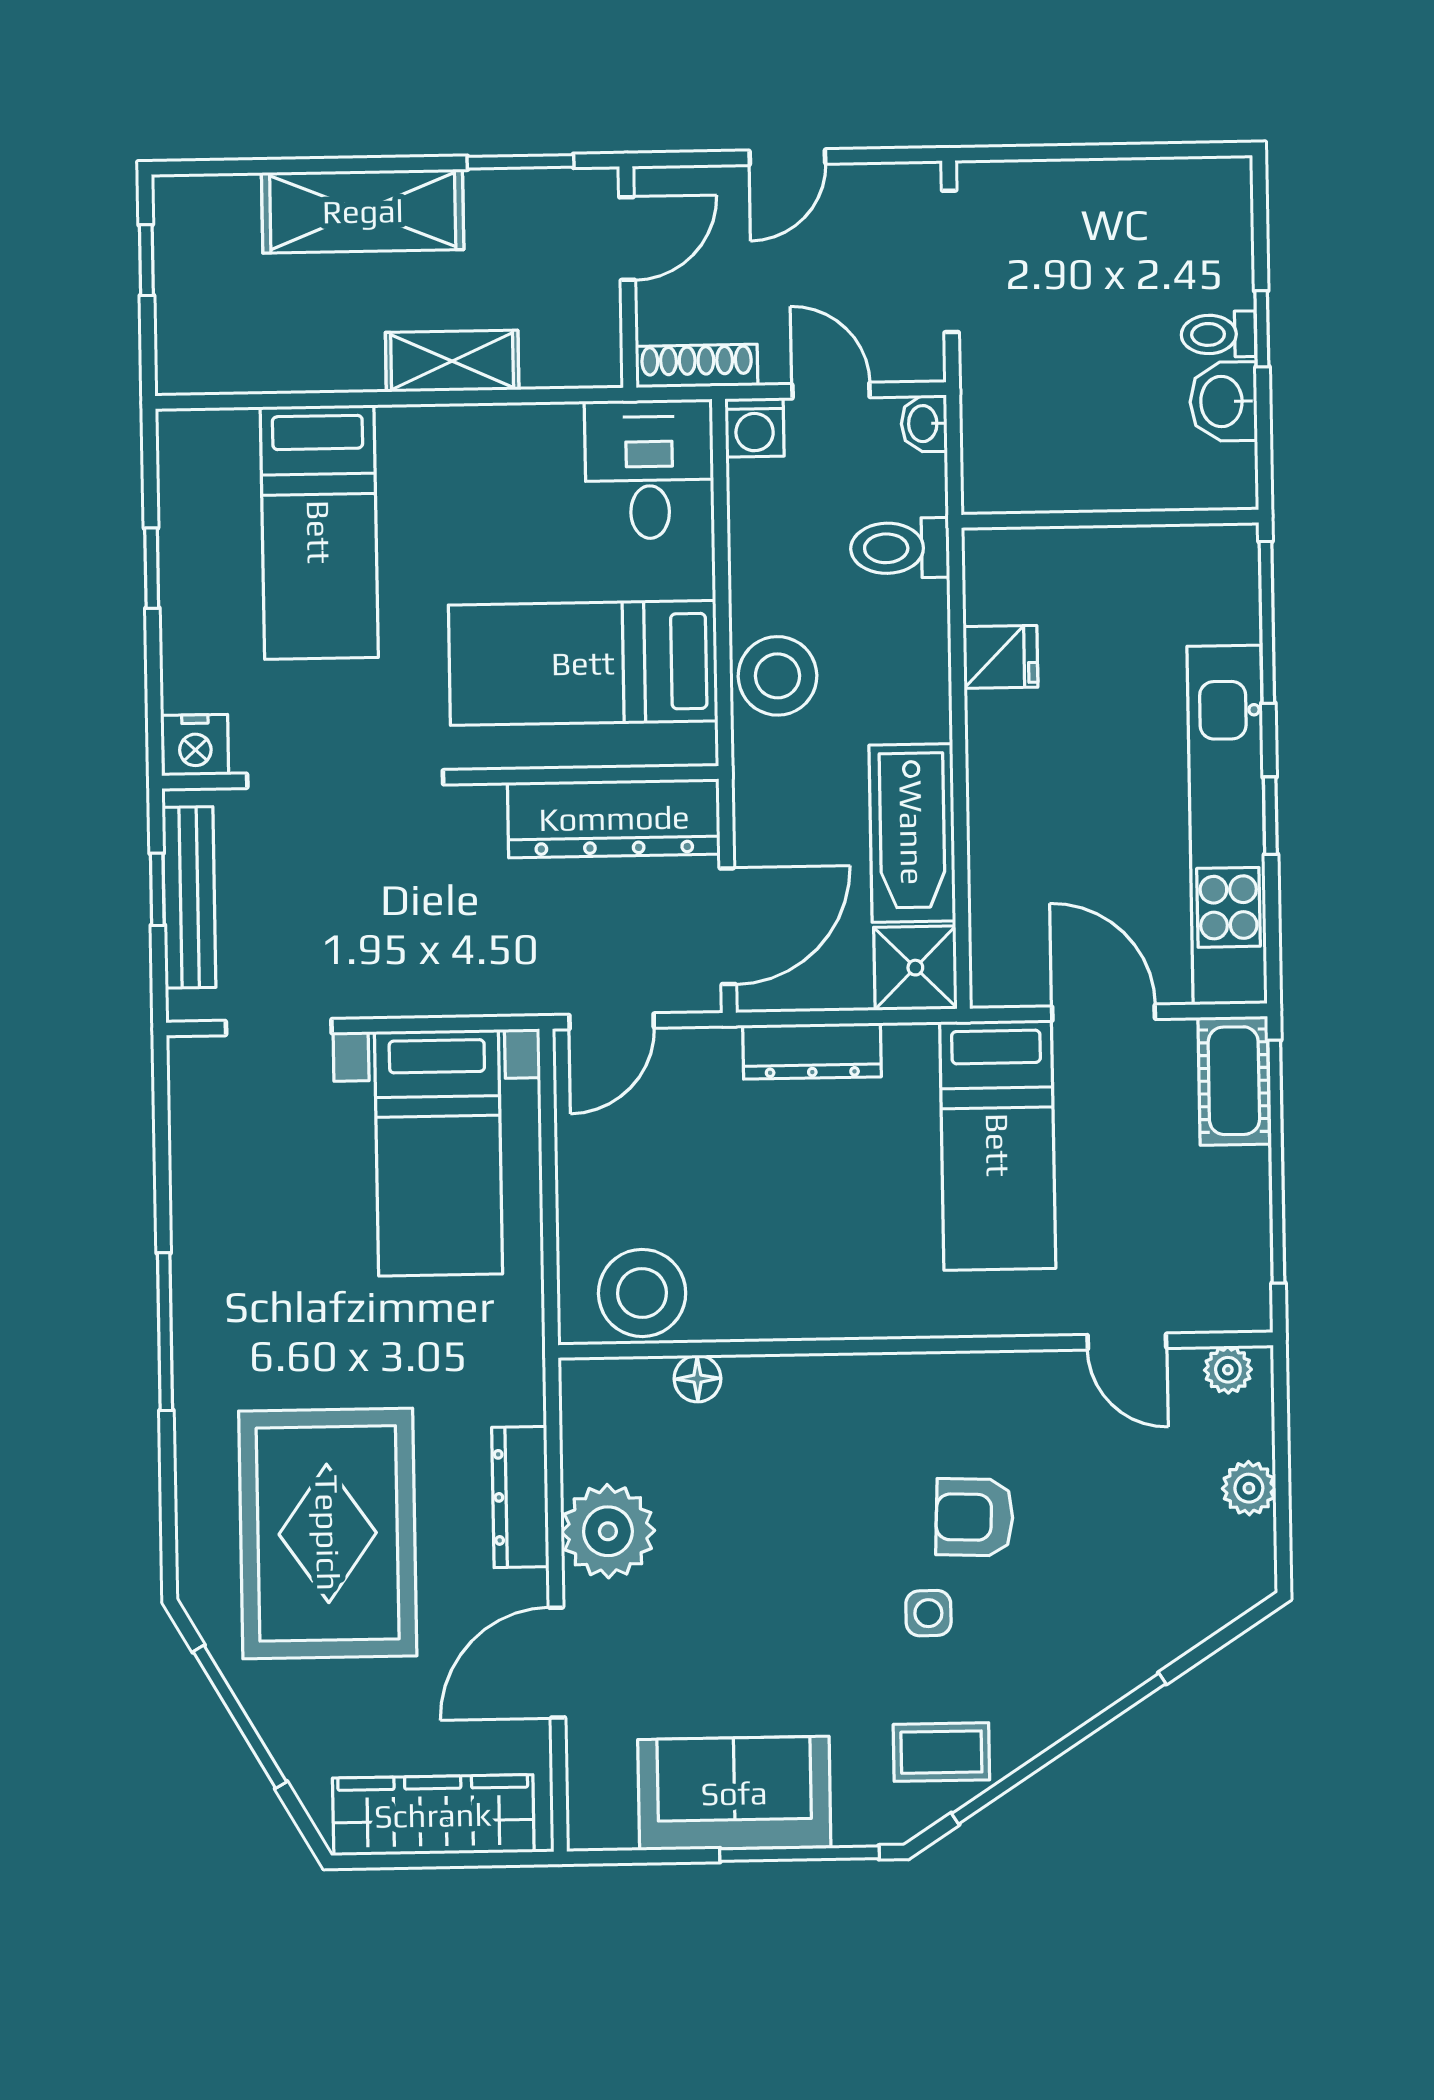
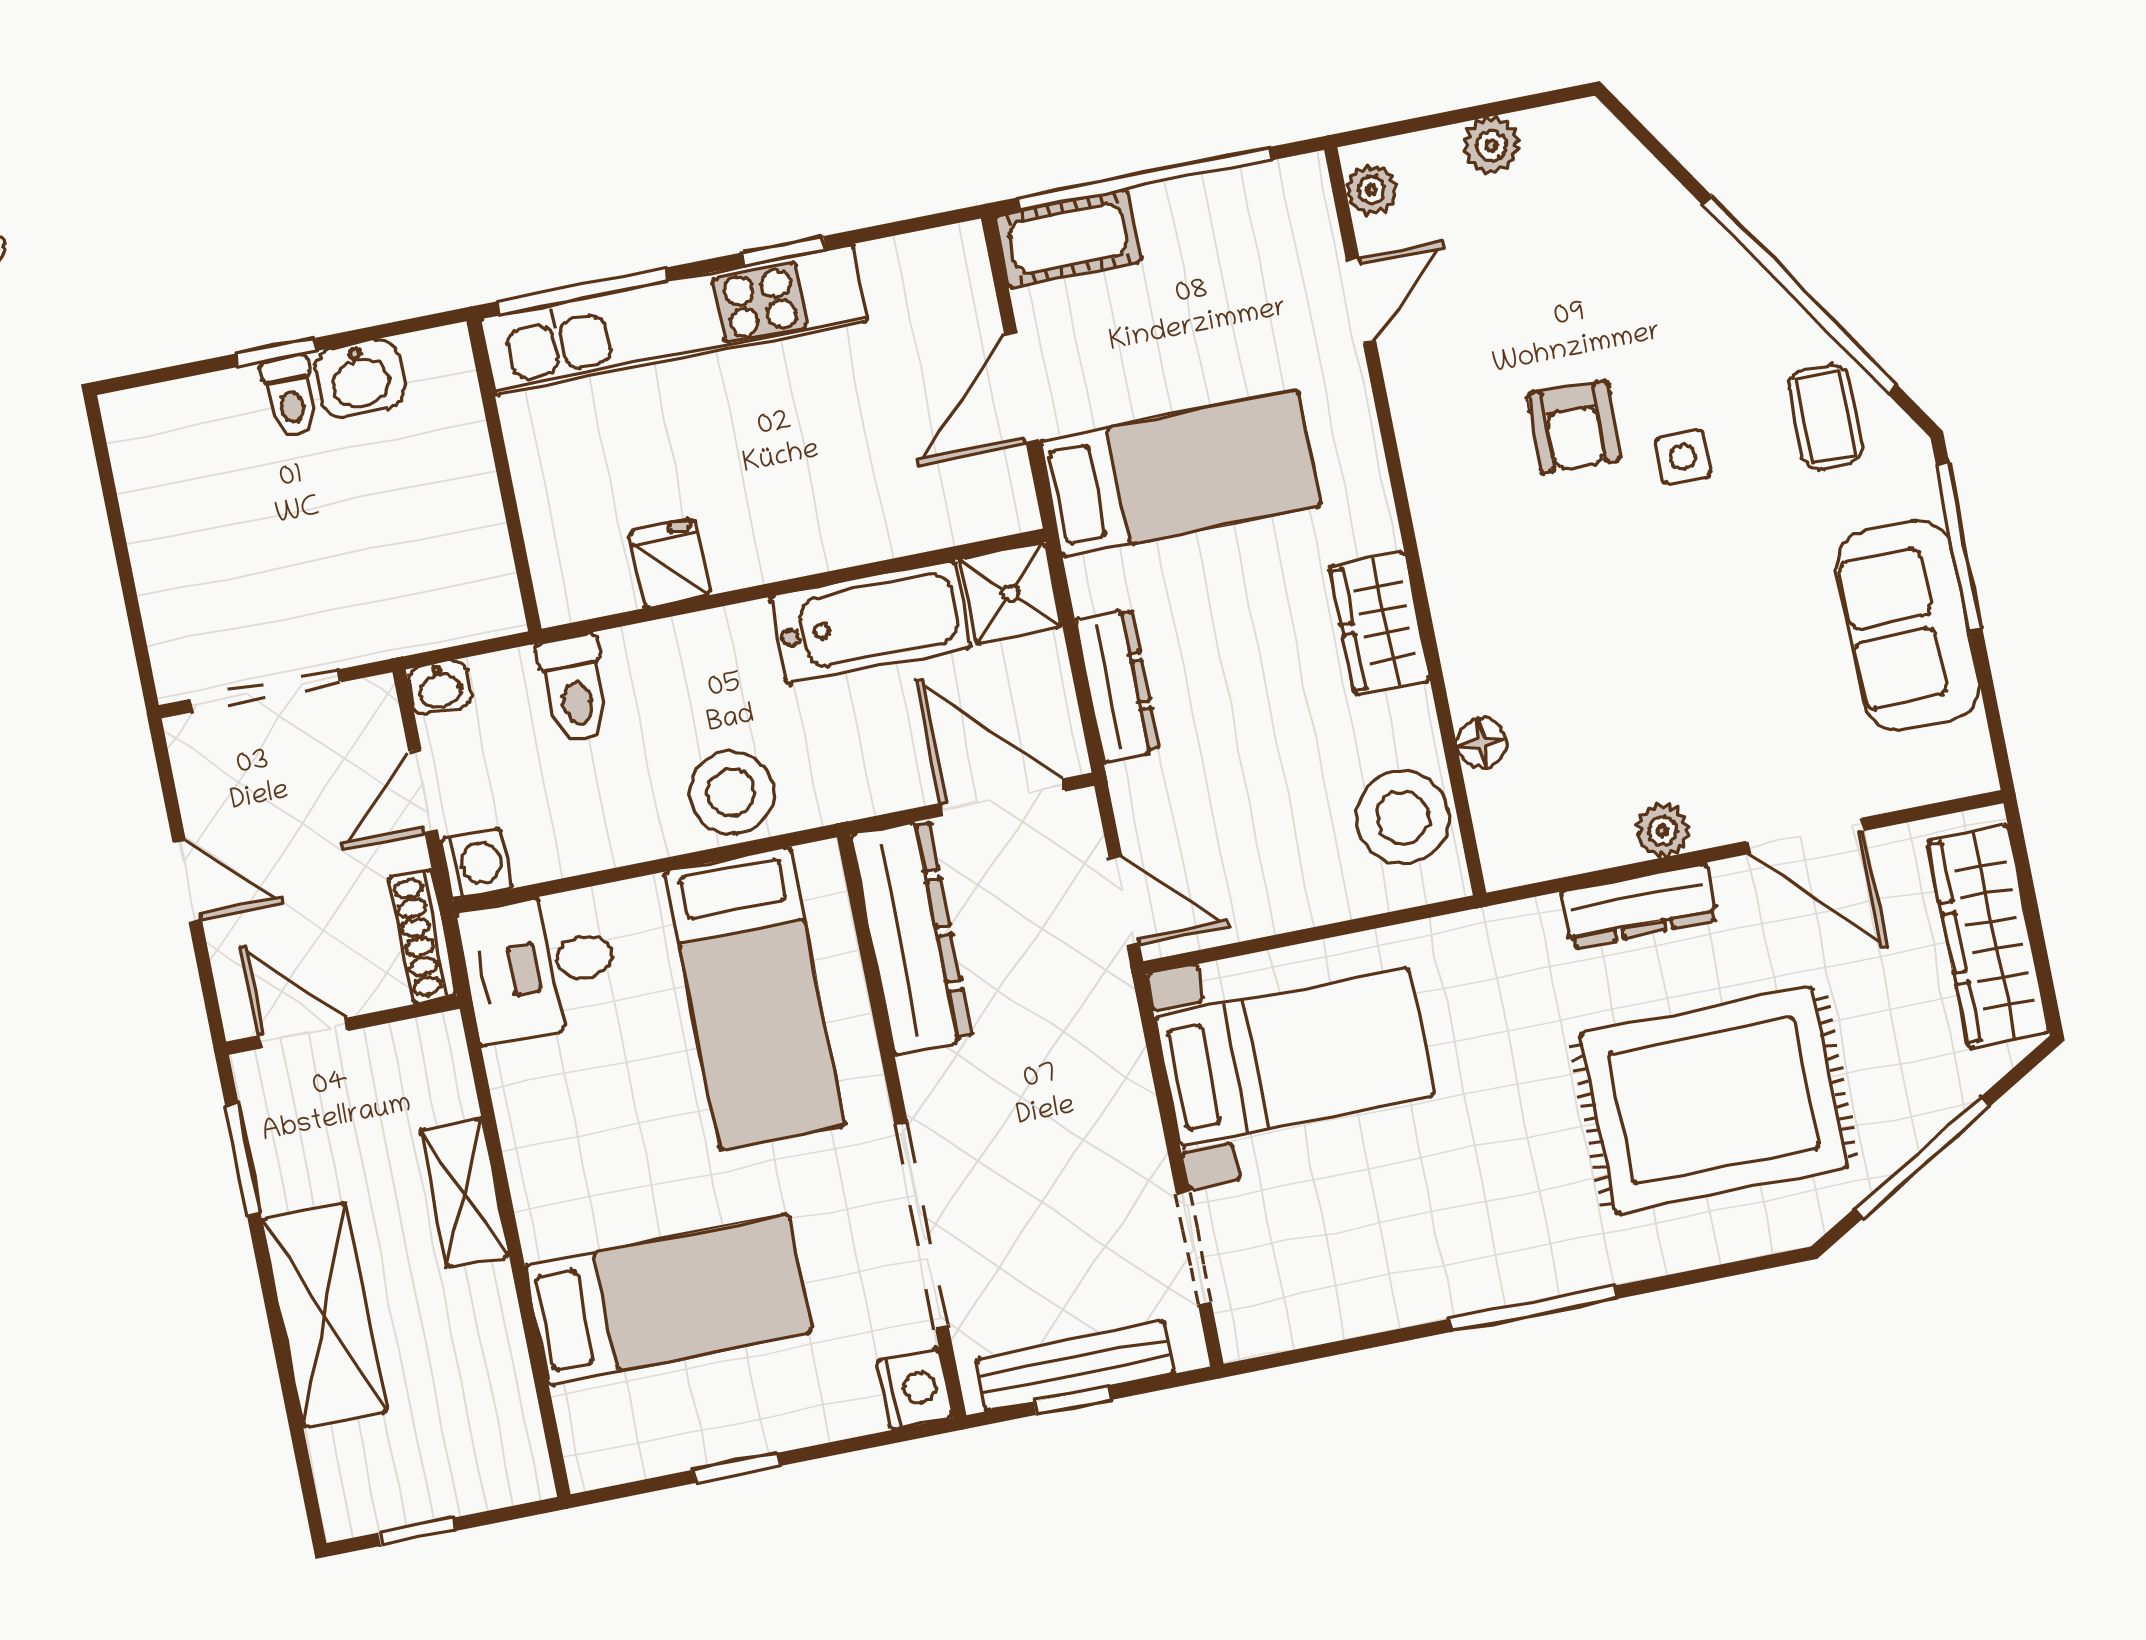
kitchen unit: (1227, 825) -> (674, 320), moved
wardrobe: (825, 1304) -> (1380, 623), added
plant: (608, 1531) -> (1663, 830), width x0.53, depth x0.53

